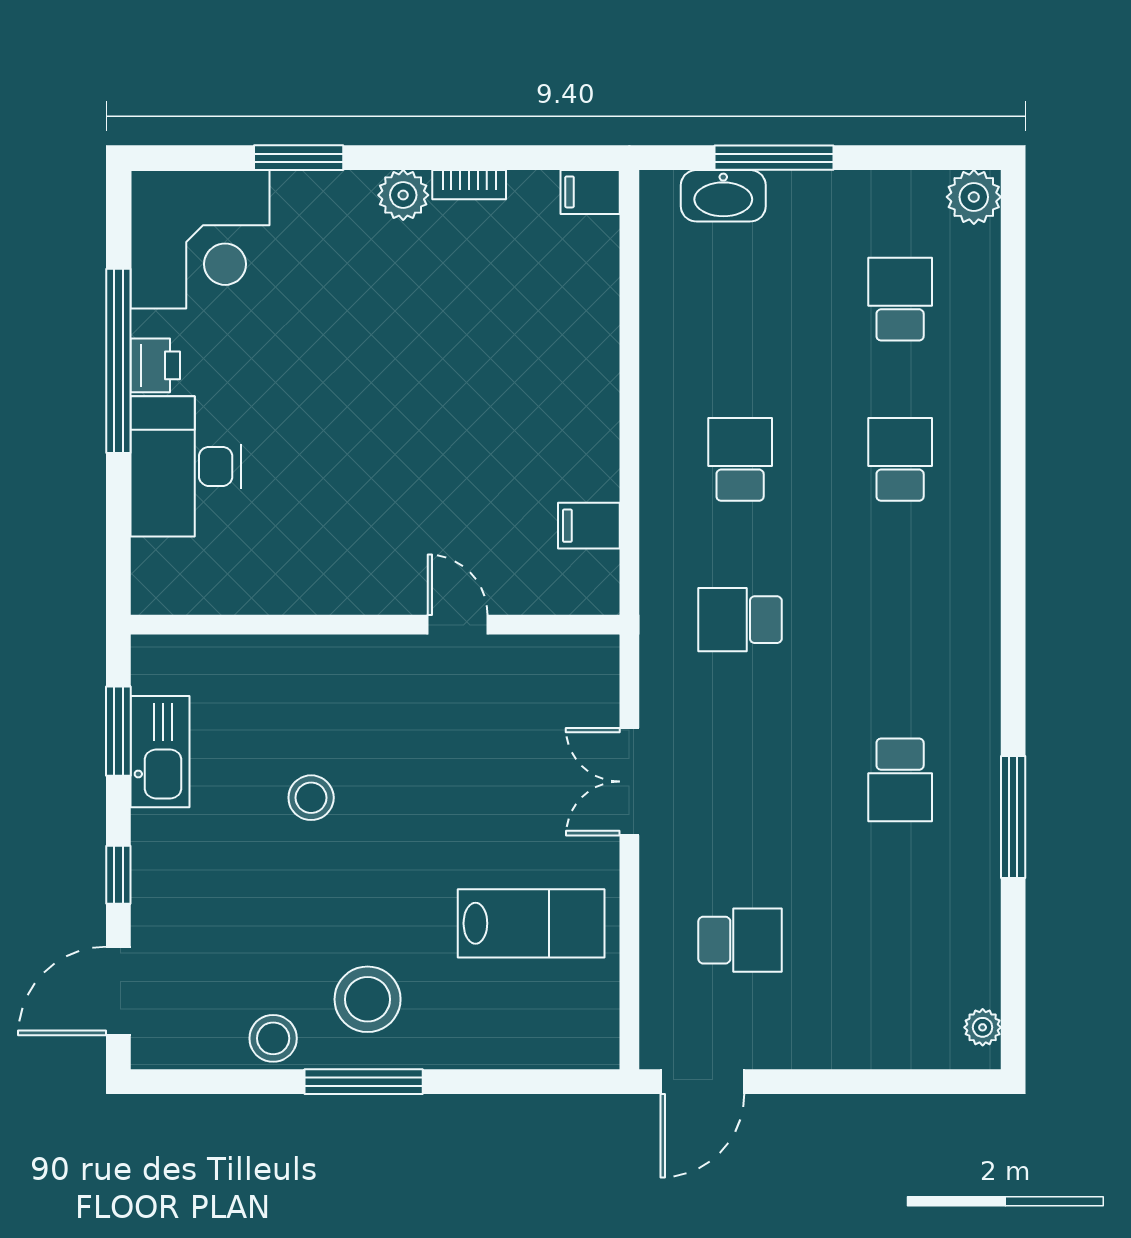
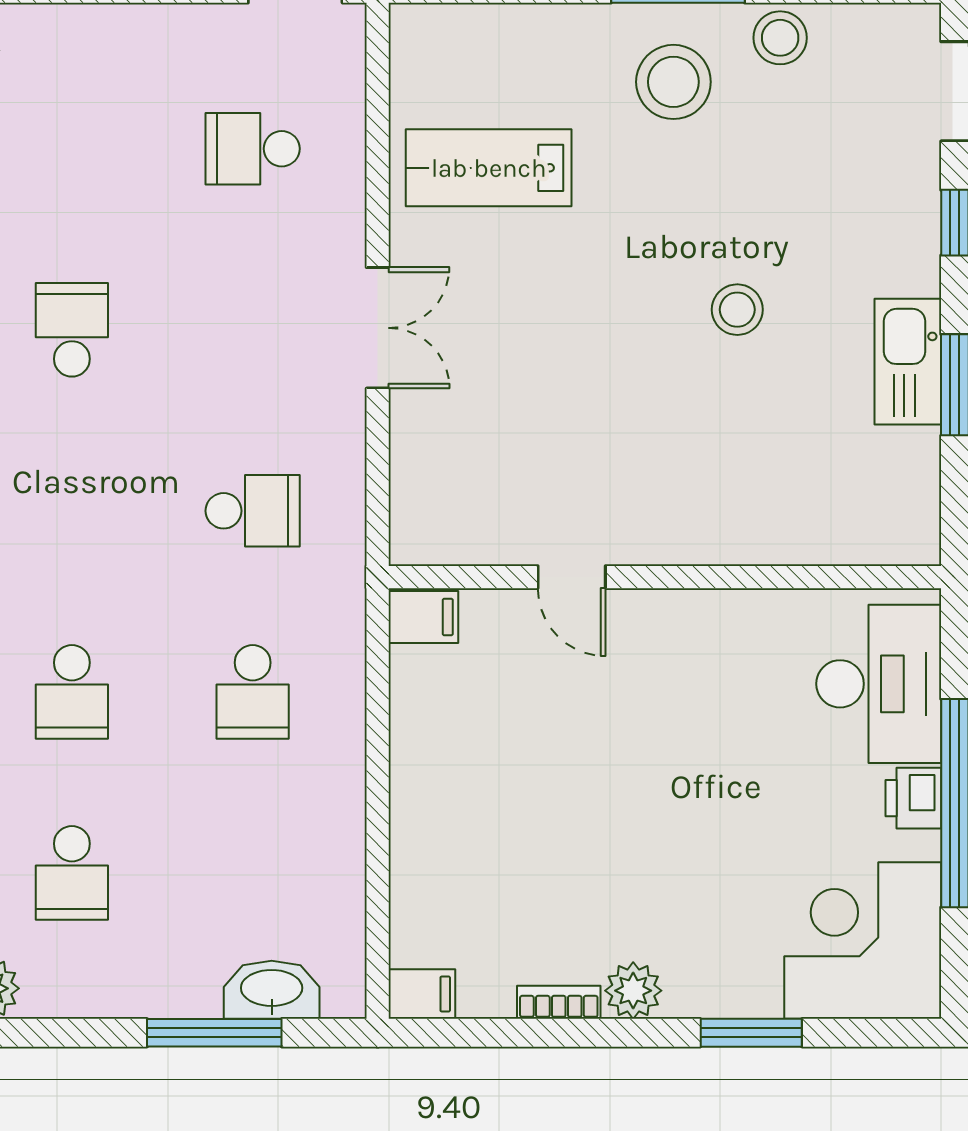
wall: (375, 625) -> (665, 577), moved
door: (458, 625) -> (572, 577), moved

